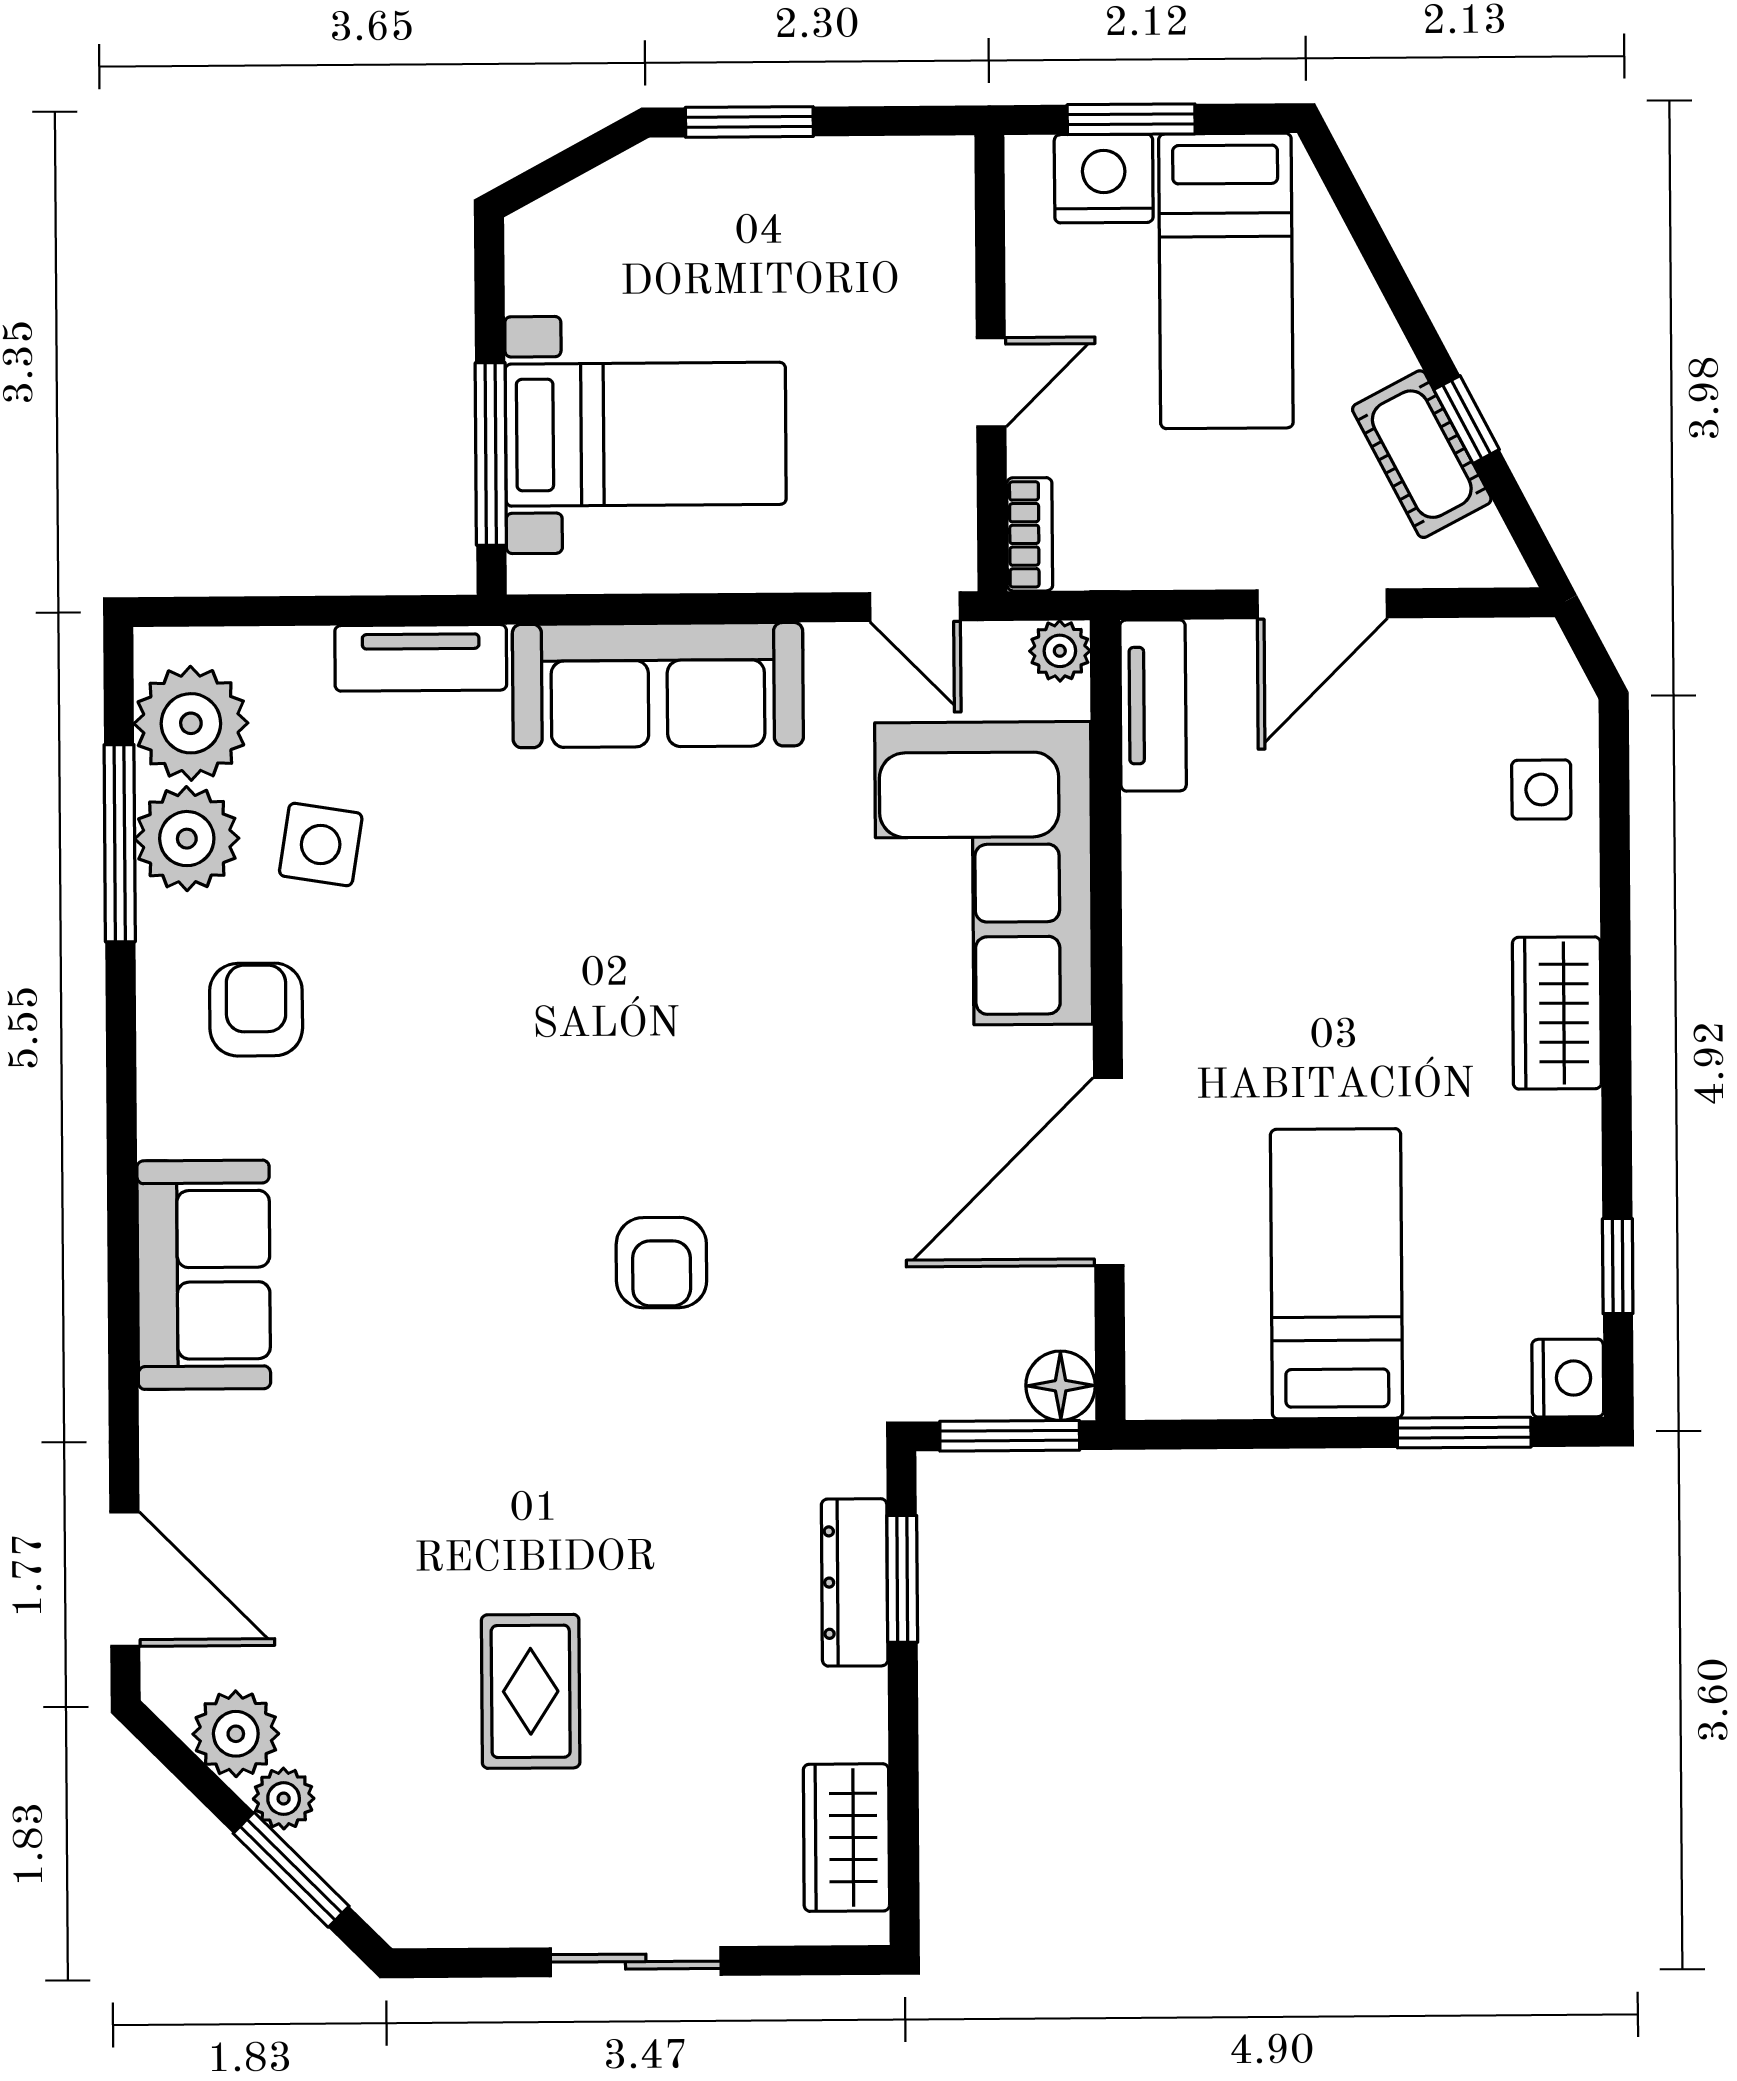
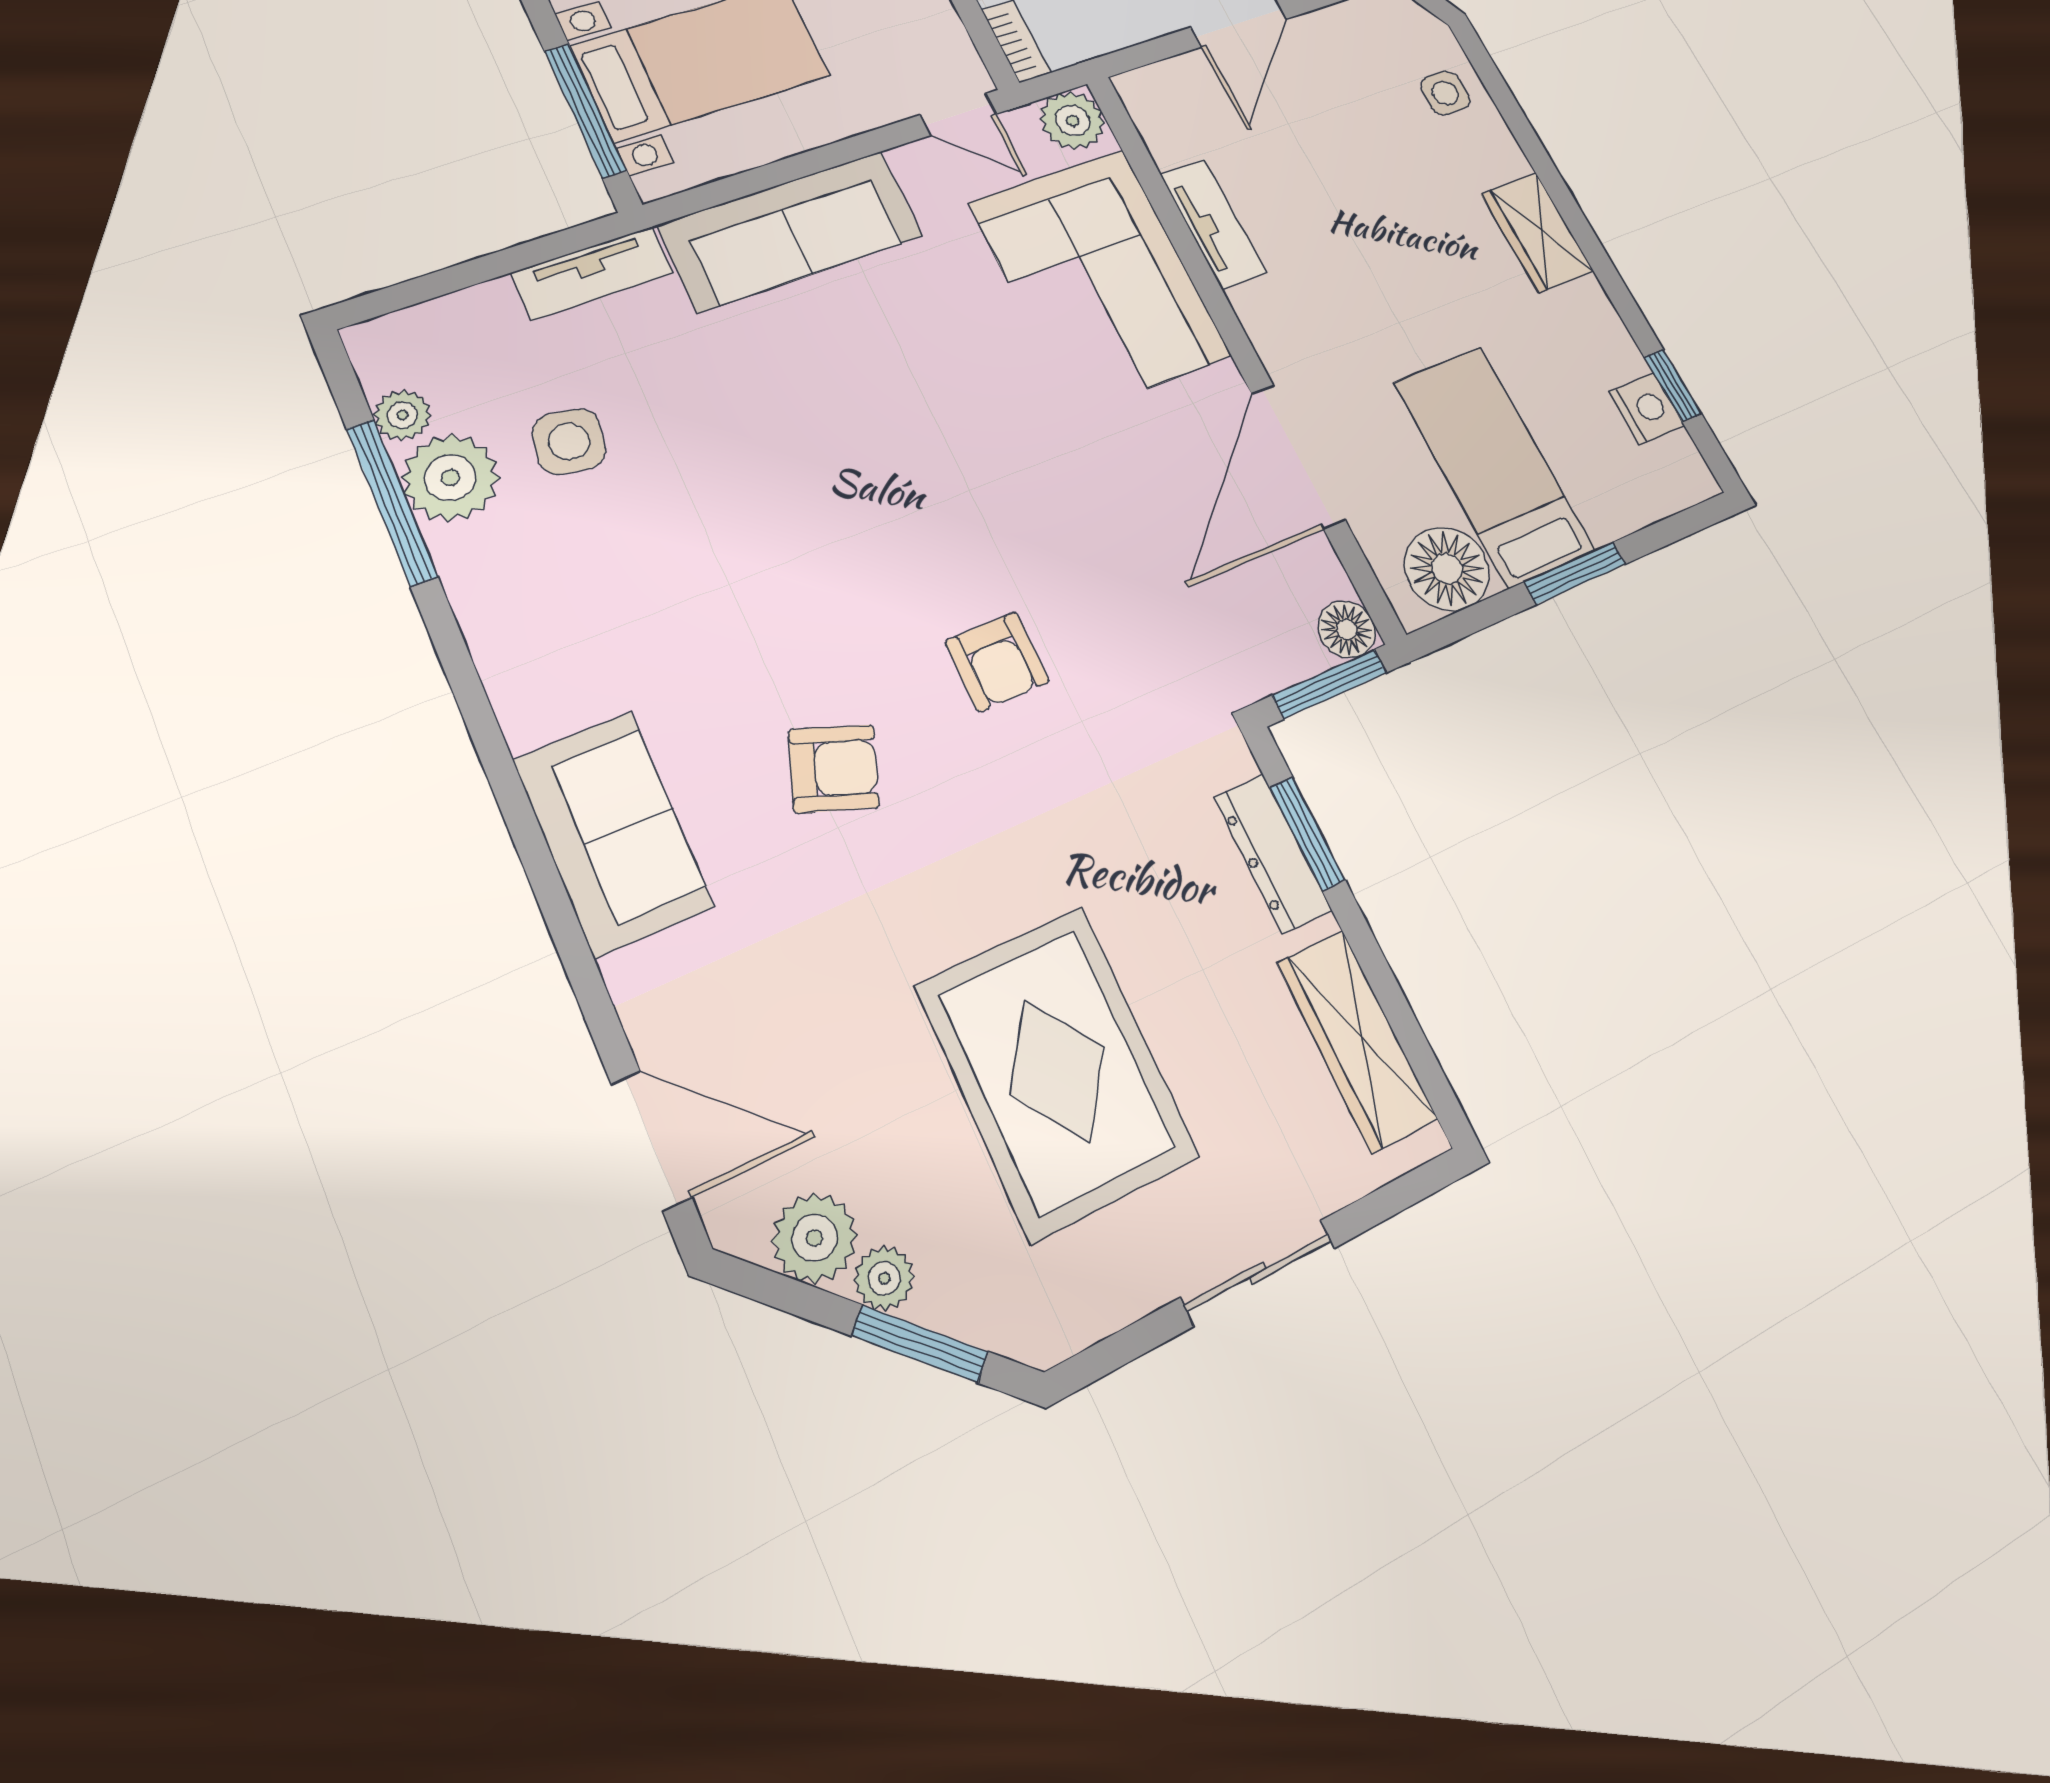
plant: (1060, 651) -> (1073, 121), width x1.38, depth x1.38
tv unit: (1153, 705) -> (1213, 223), moved
plant: (191, 723) -> (402, 415), width x0.53, depth x0.53
armchair: (256, 1010) -> (834, 768), moved, turned 110
floor lamp: (1213, 1367) -> (1447, 569), added
nightstand: (1568, 1378) -> (1647, 409), moved
window: (1464, 1433) -> (1575, 573), moved
rug: (531, 1691) -> (1057, 1071), width x1.86, depth x2.06
wardrobe: (846, 1838) -> (1357, 1040), width x1.50

